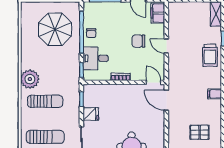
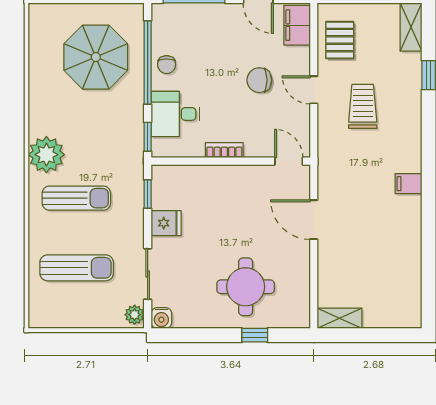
trolley: (210, 55) -> (363, 106), moved, turned 180
door: (166, 100) -> (314, 220), moved
pallet: (200, 132) -> (340, 40), moved, turned 90

